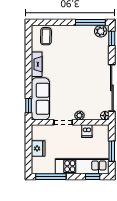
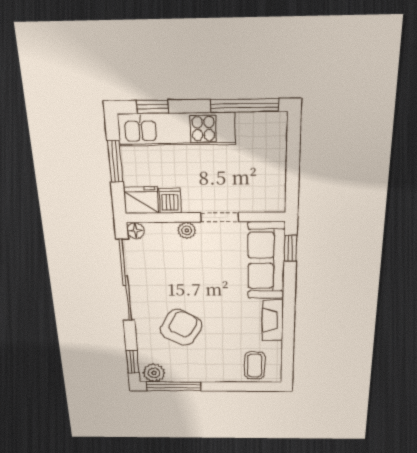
armchair: (85, 60) -> (181, 327), added
fridge: (38, 148) -> (141, 200), moved, turned 90

